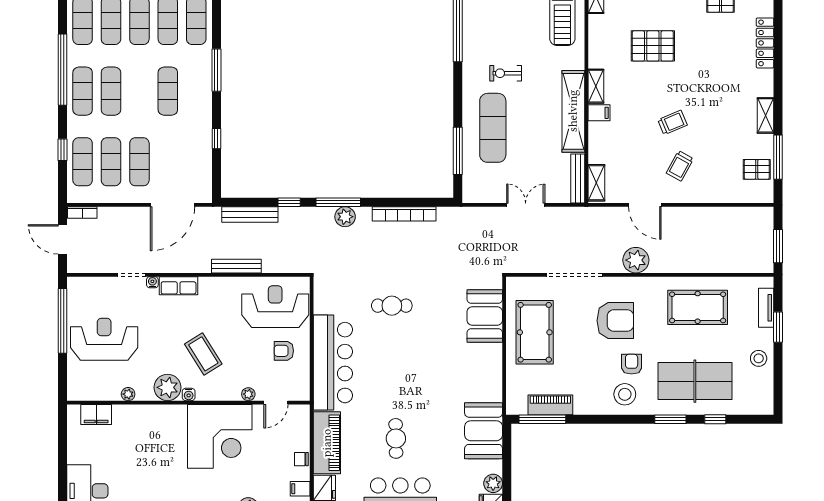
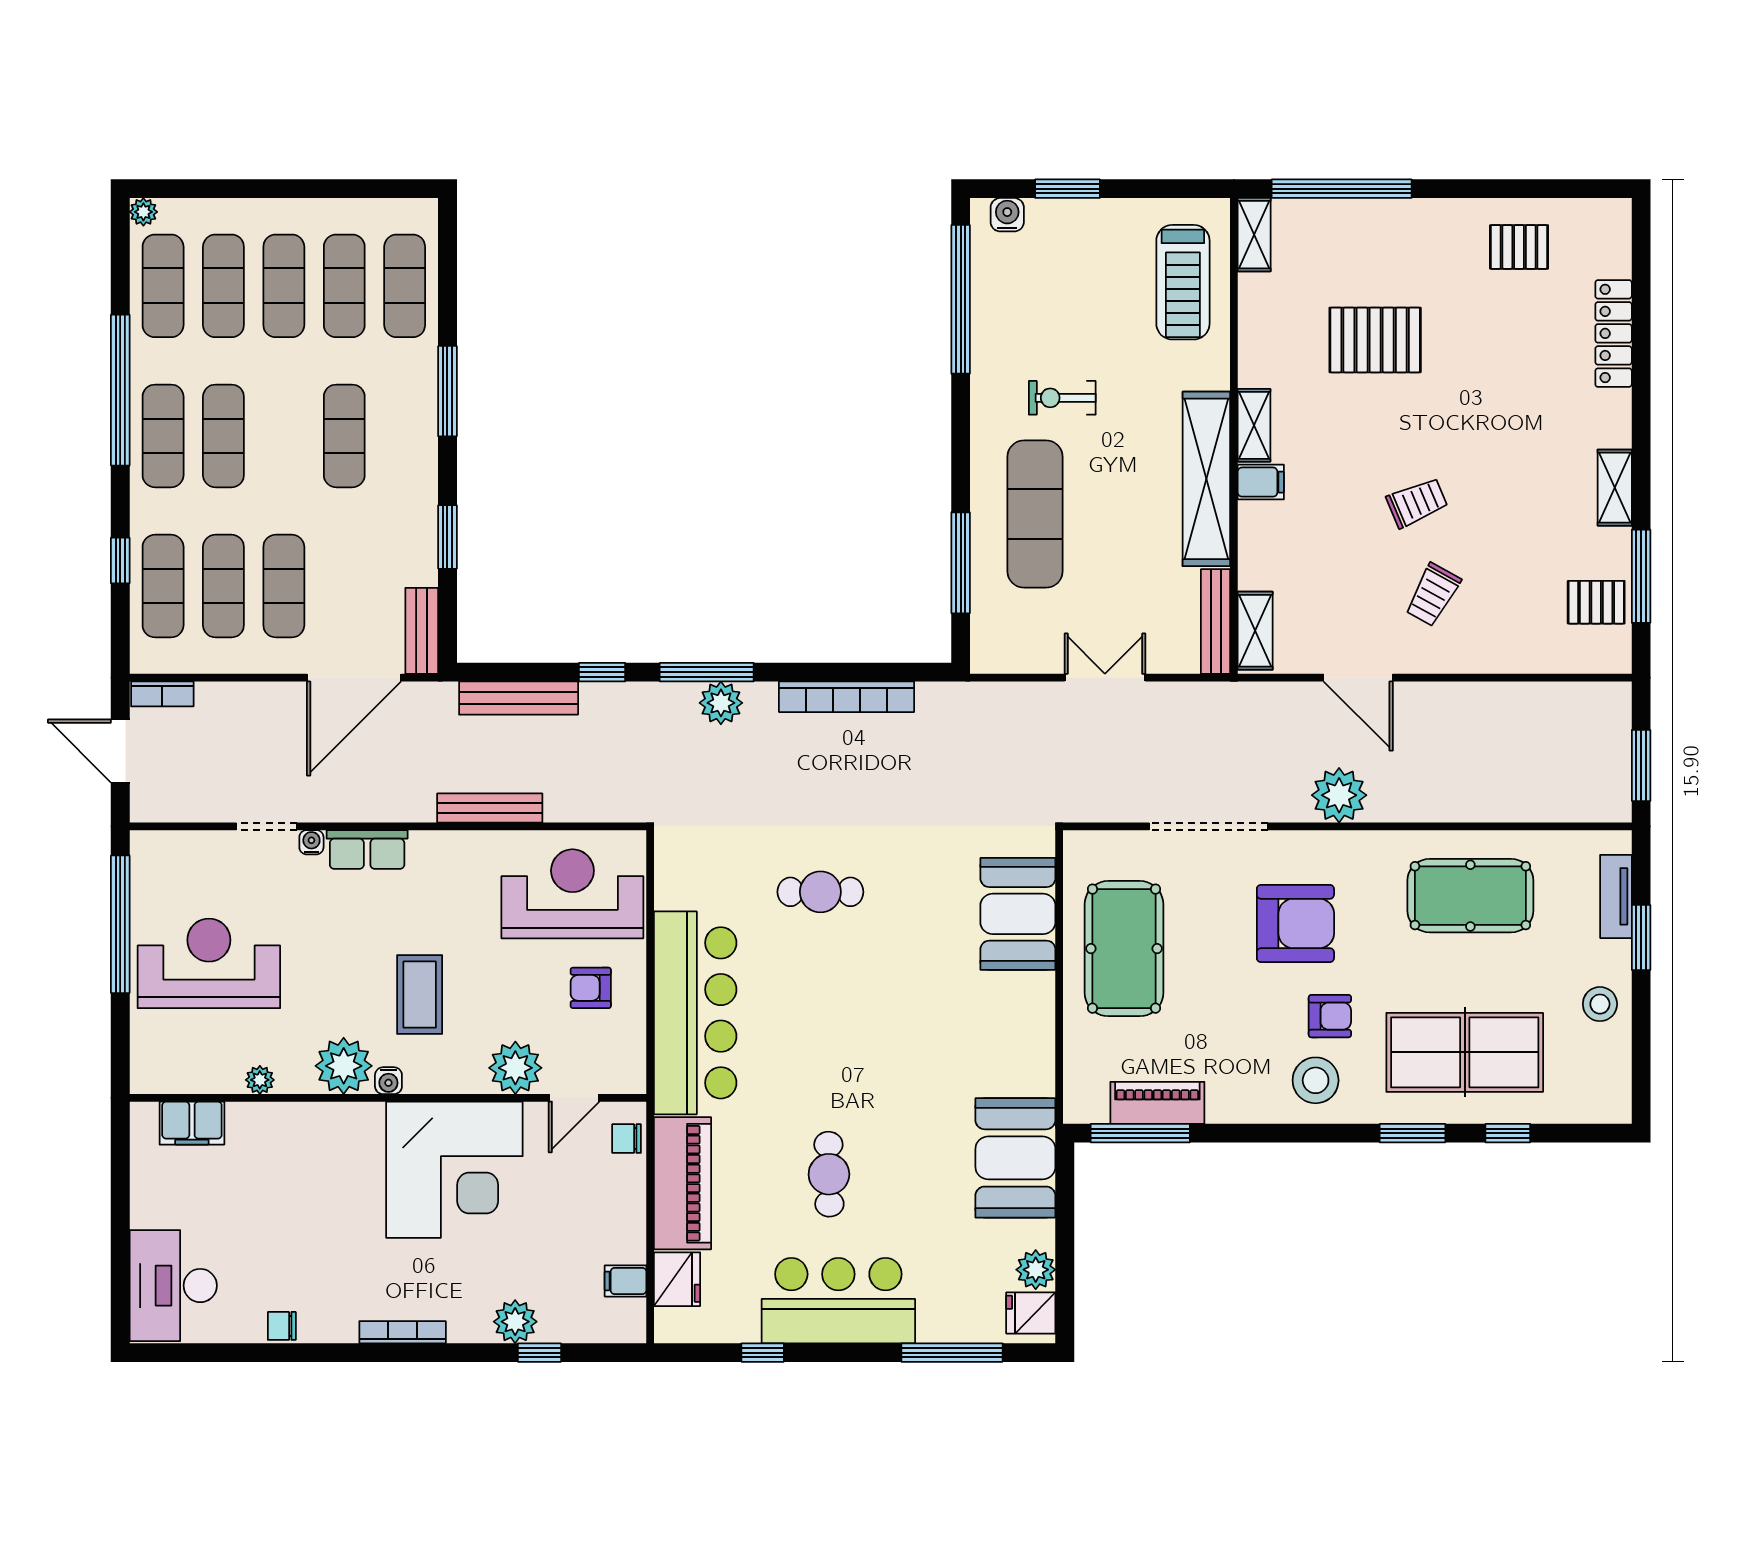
window: (216, 139) -> (447, 537), width x1.50
bench: (204, 183) -> (422, 631), added
coffee table: (203, 354) -> (420, 995), turned 32
armchair: (632, 364) -> (1330, 1016), turned 90
plant: (248, 394) -> (515, 1068), width x1.87, depth x1.87
chair: (301, 459) -> (627, 1139), moved

